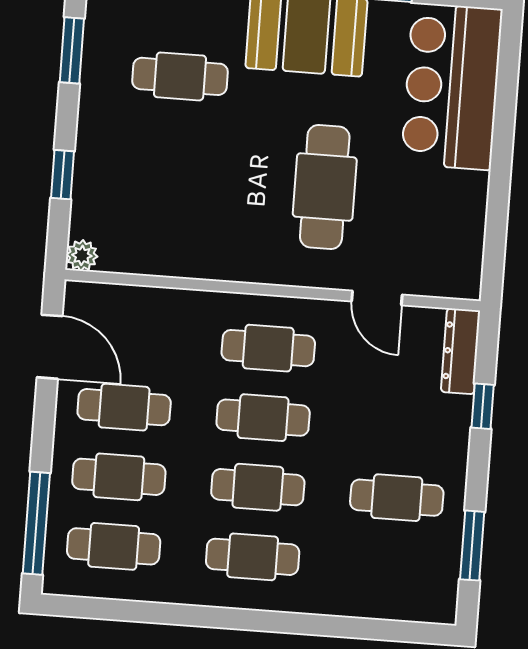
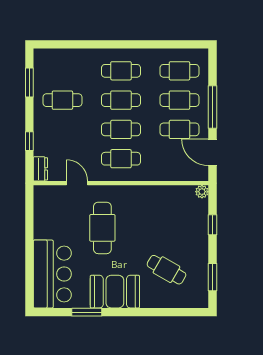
cafe table: (180, 76) -> (166, 270), turned 30
dresser: (461, 351) -> (40, 169), width x0.70
window: (36, 523) -> (213, 107), moved

